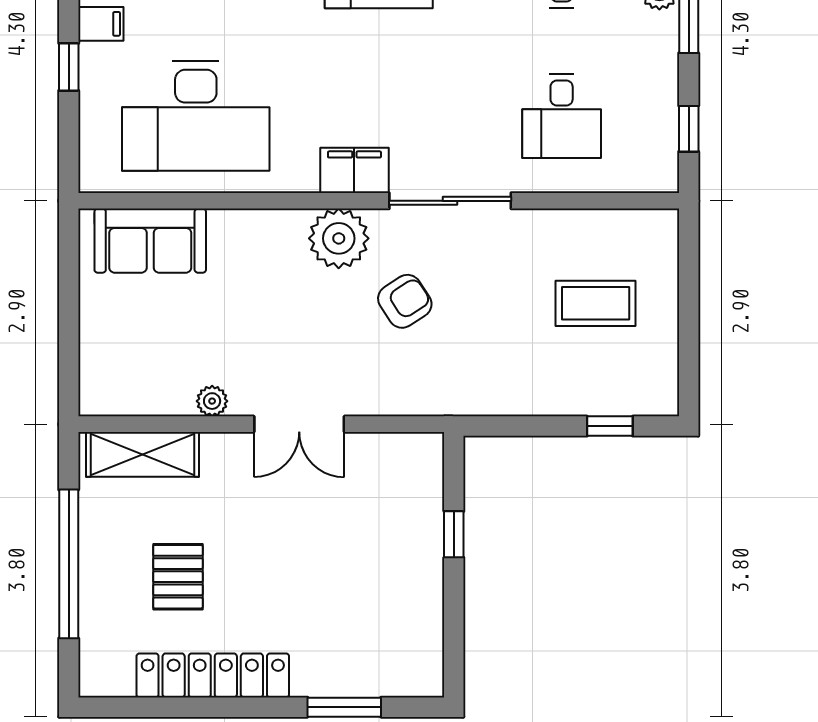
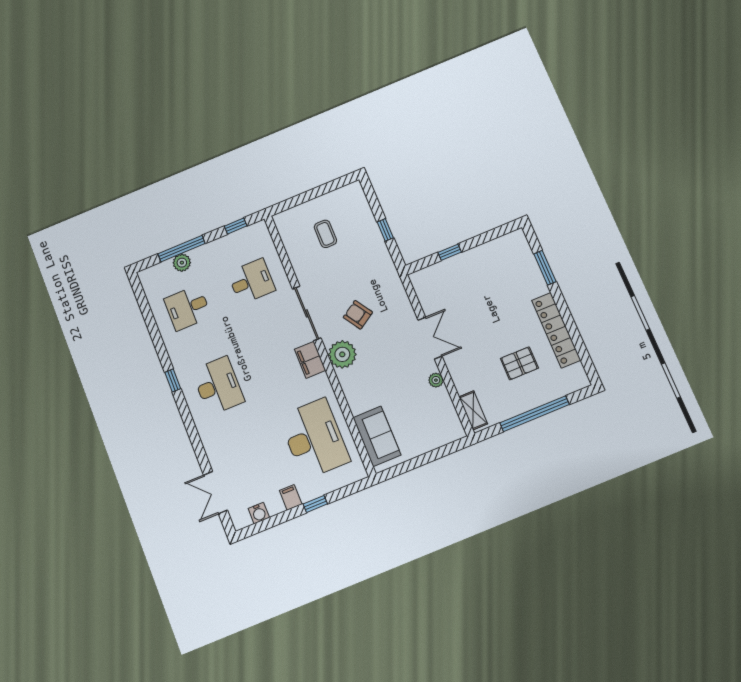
coffee table: (596, 303) -> (325, 234), width x0.73, depth x0.77
window: (610, 426) -> (385, 230), moved
shelving: (142, 454) -> (473, 410), width x0.67, depth x0.75

